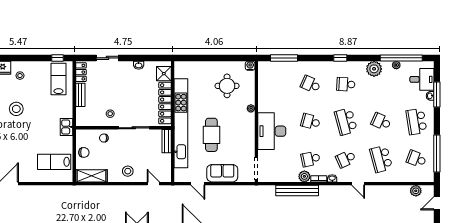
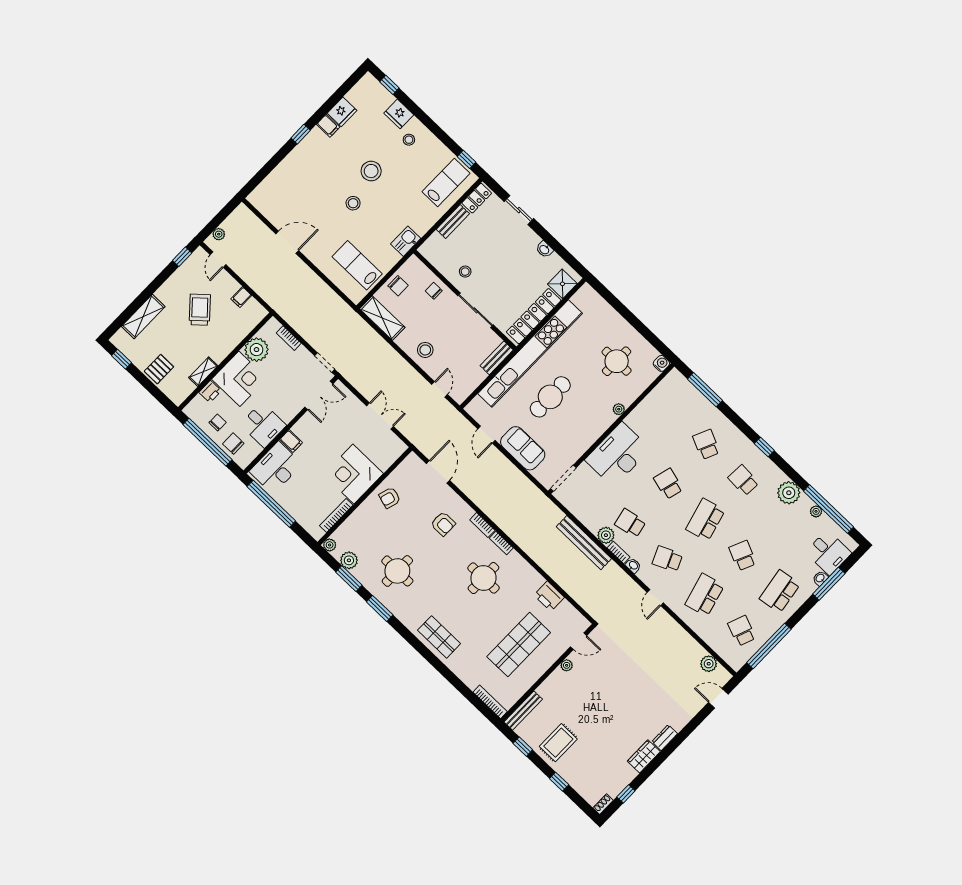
stool: (23, 133) -> (353, 203), added

